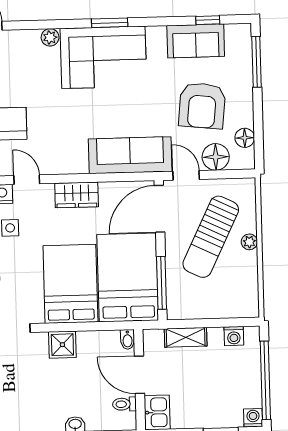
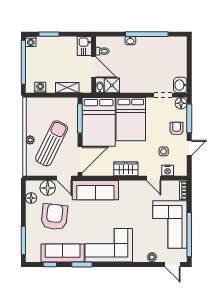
window: (110, 23) -> (82, 264), moved
plant: (50, 37) -> (152, 257), moved
sofa: (196, 41) -> (63, 253), width x1.36
shower: (62, 345) -> (112, 85), moved

